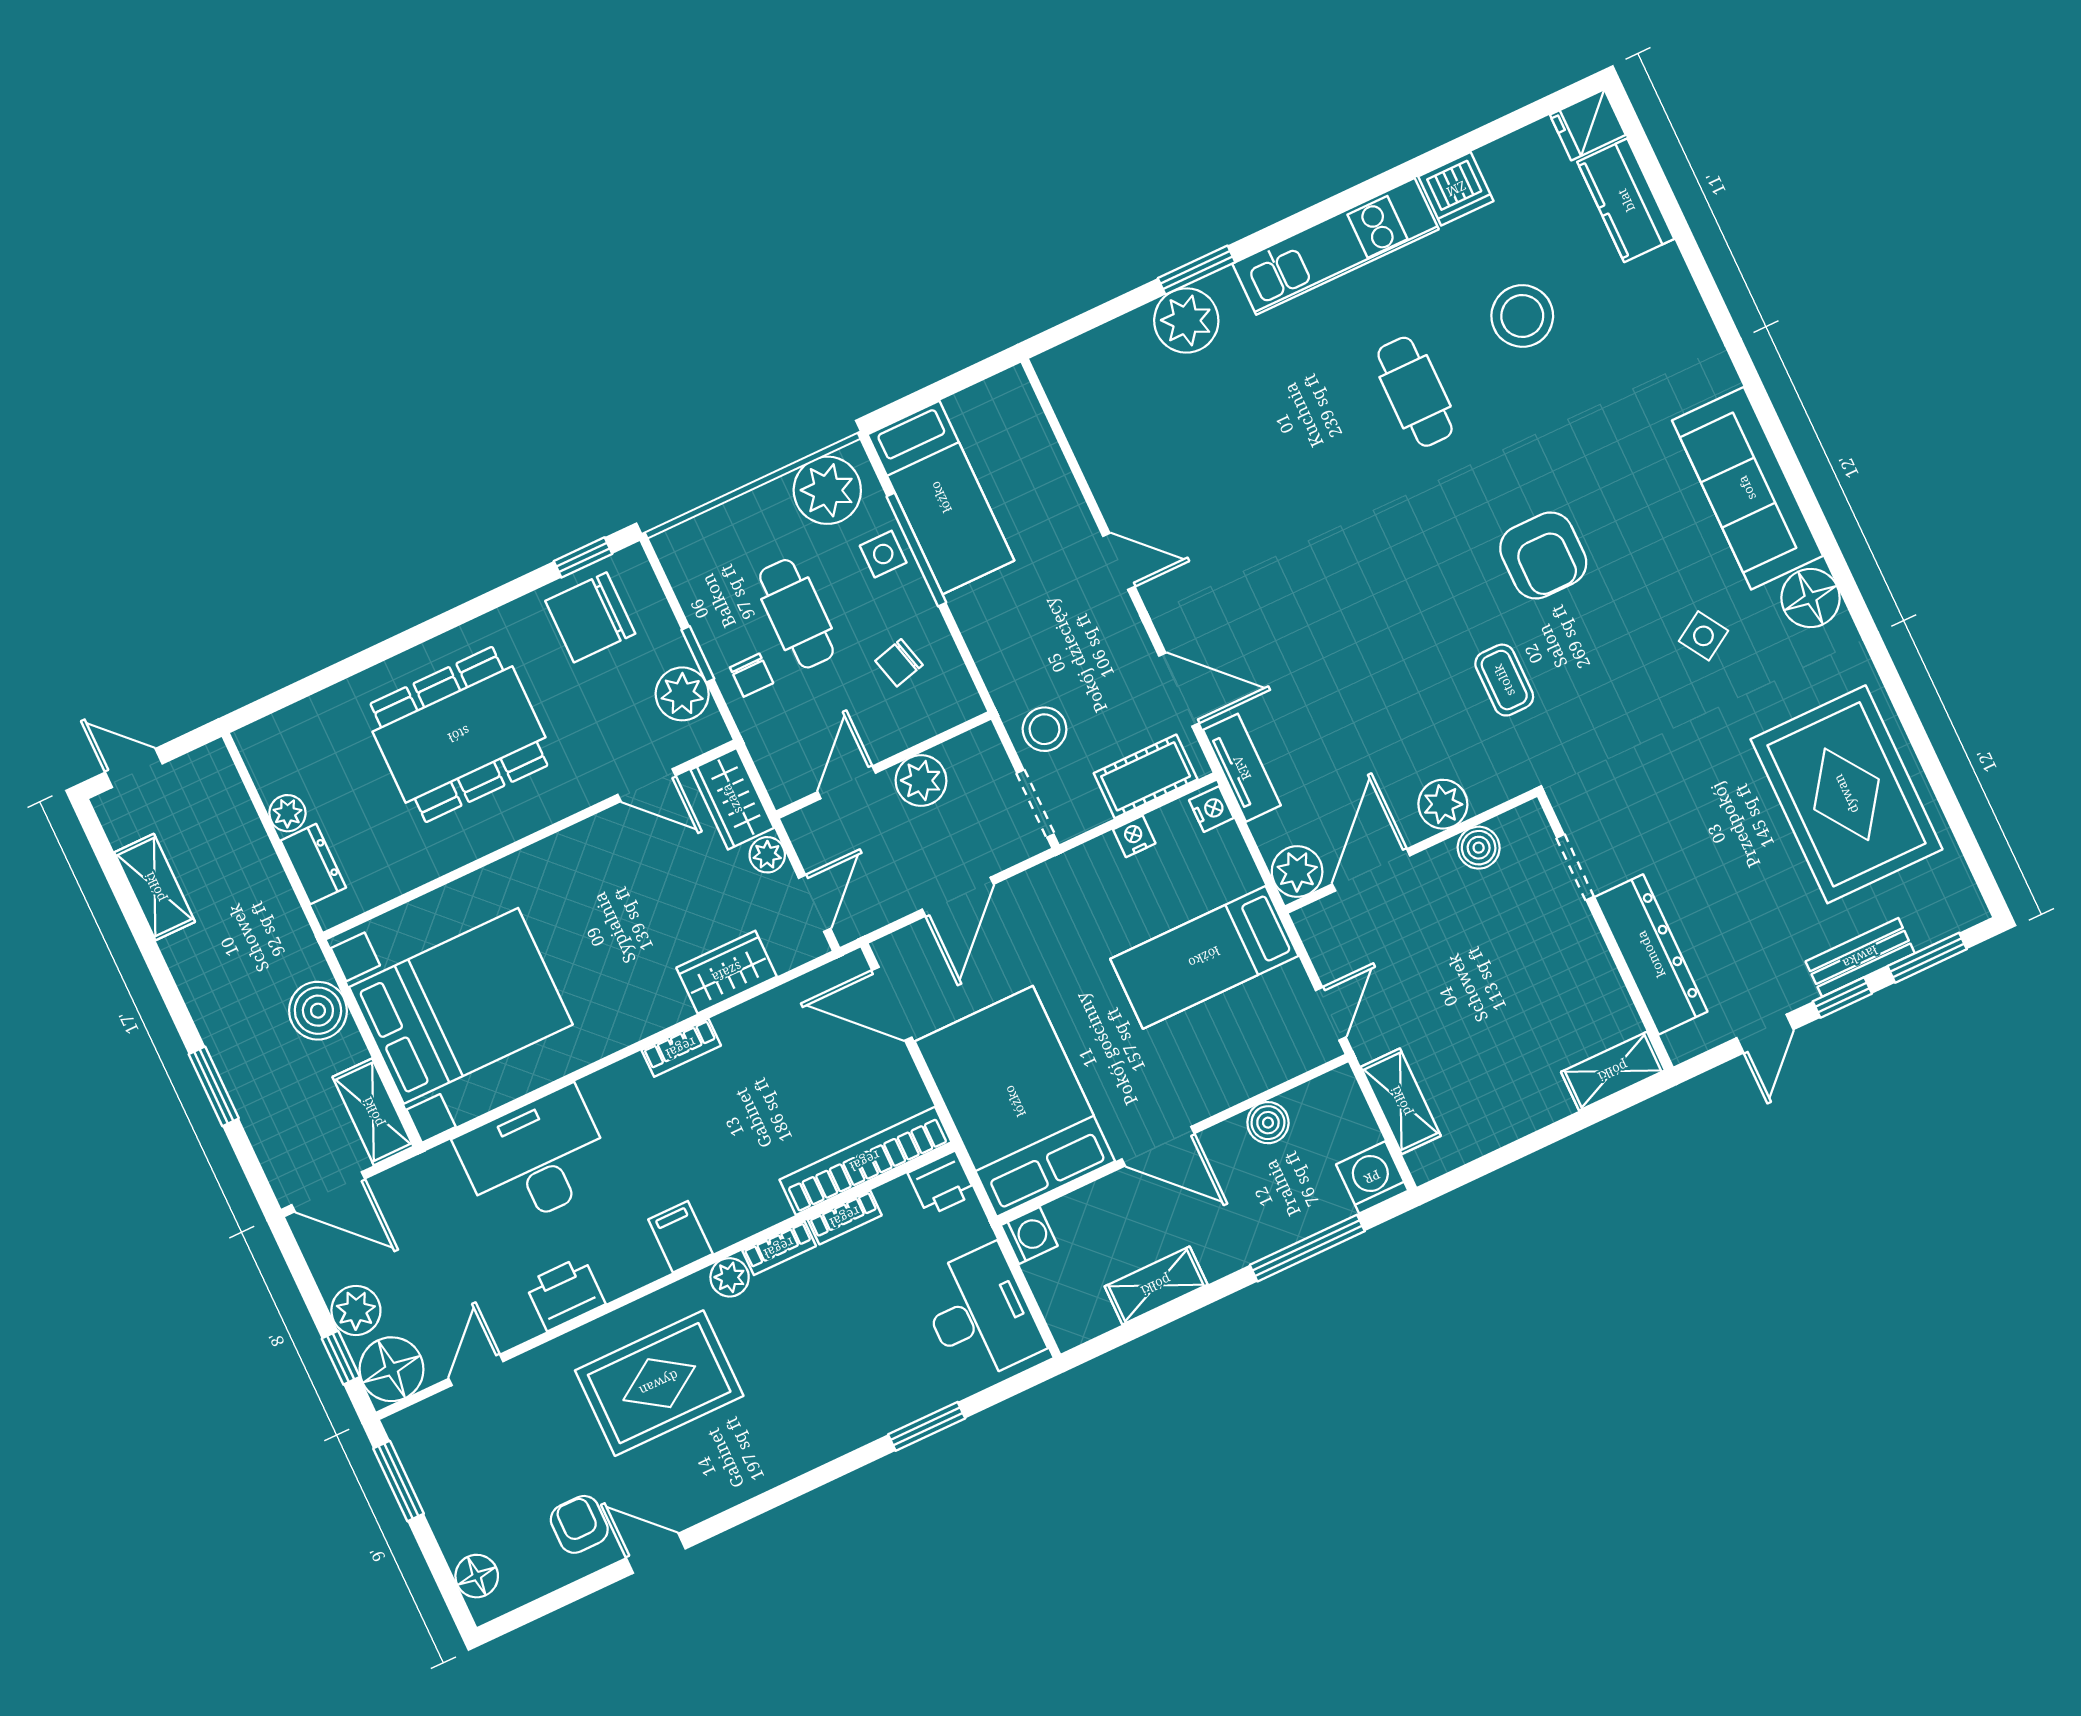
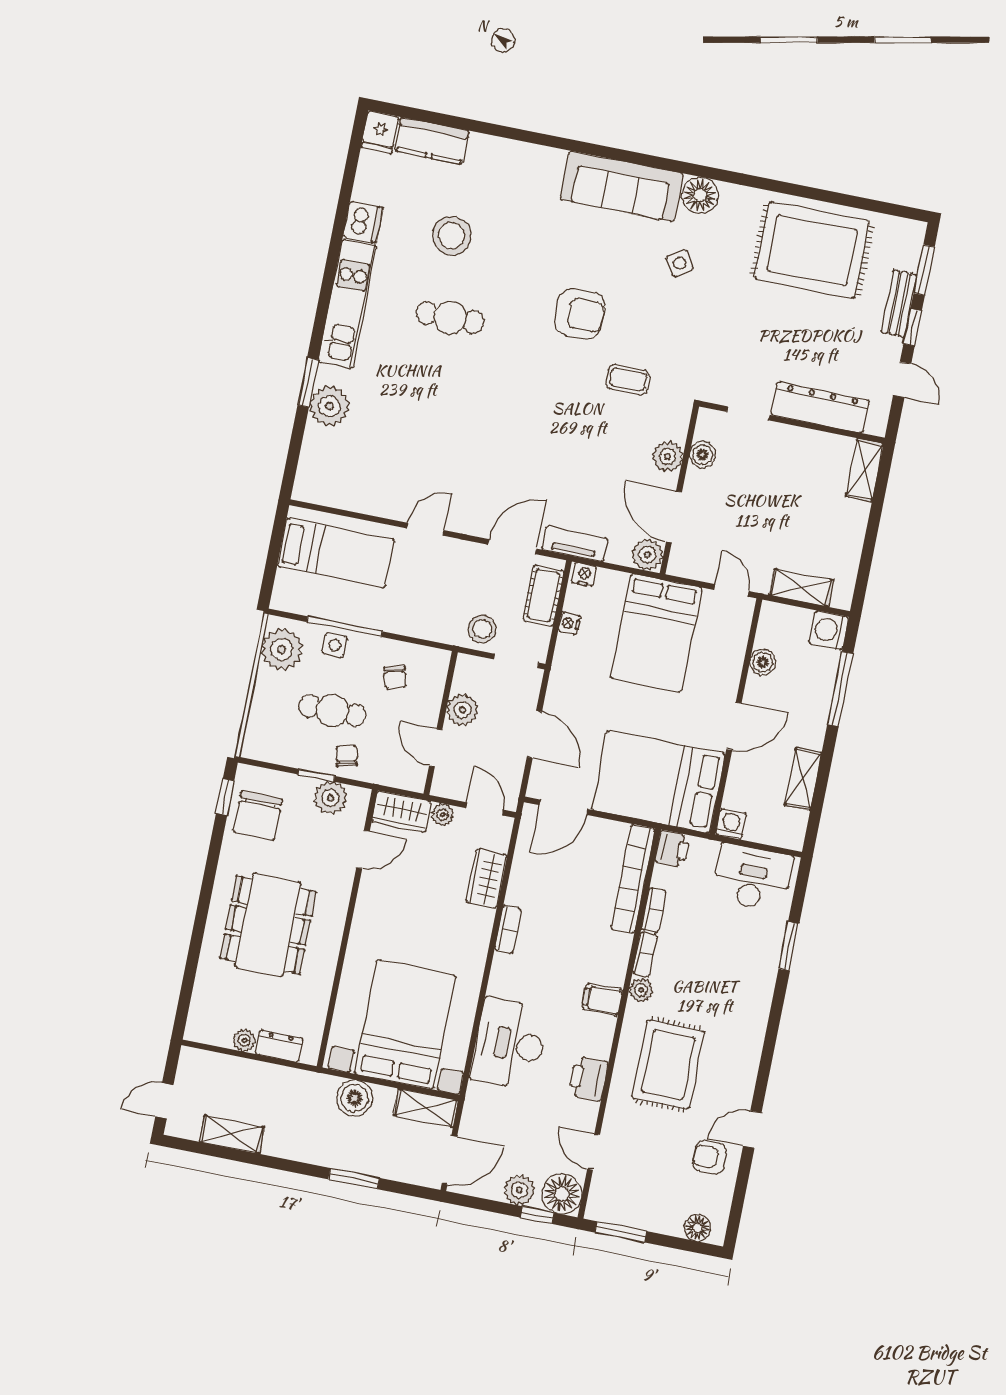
bed: (941, 497) -> (336, 553), moved
chair: (752, 675) -> (347, 756), turned -104
bed: (1204, 957) -> (656, 633), width x1.50

